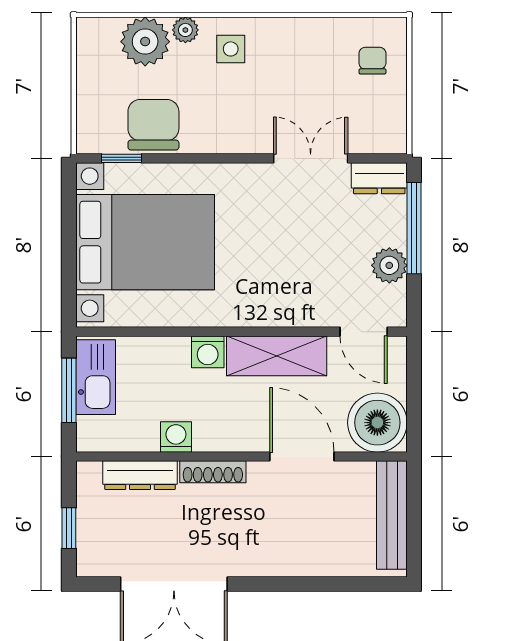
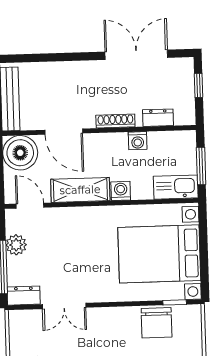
kitchen sink: (96, 377) -> (176, 187), moved, turned 90
dresser: (140, 475) -> (158, 118), width x0.70

